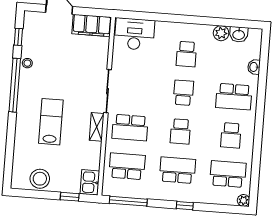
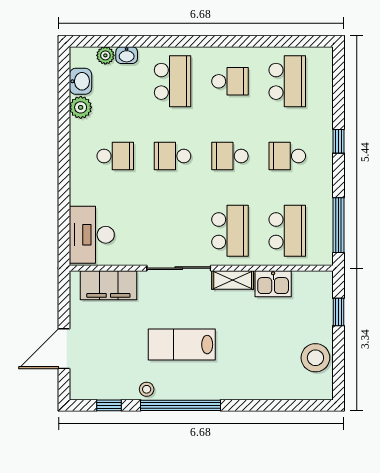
filing cabinet: (92, 25) -> (108, 285), moved, turned 90
lab bench: (51, 122) -> (182, 345), moved
school desk: (180, 131) -> (230, 156), turned 180
school desk: (127, 166) -> (287, 231), turned 180
school desk: (177, 170) -> (287, 156), width x0.54
school desk: (228, 174) -> (287, 81), turned 180
kitchen sink: (90, 182) -> (273, 284), moved
plant: (243, 200) -> (105, 55), moved

